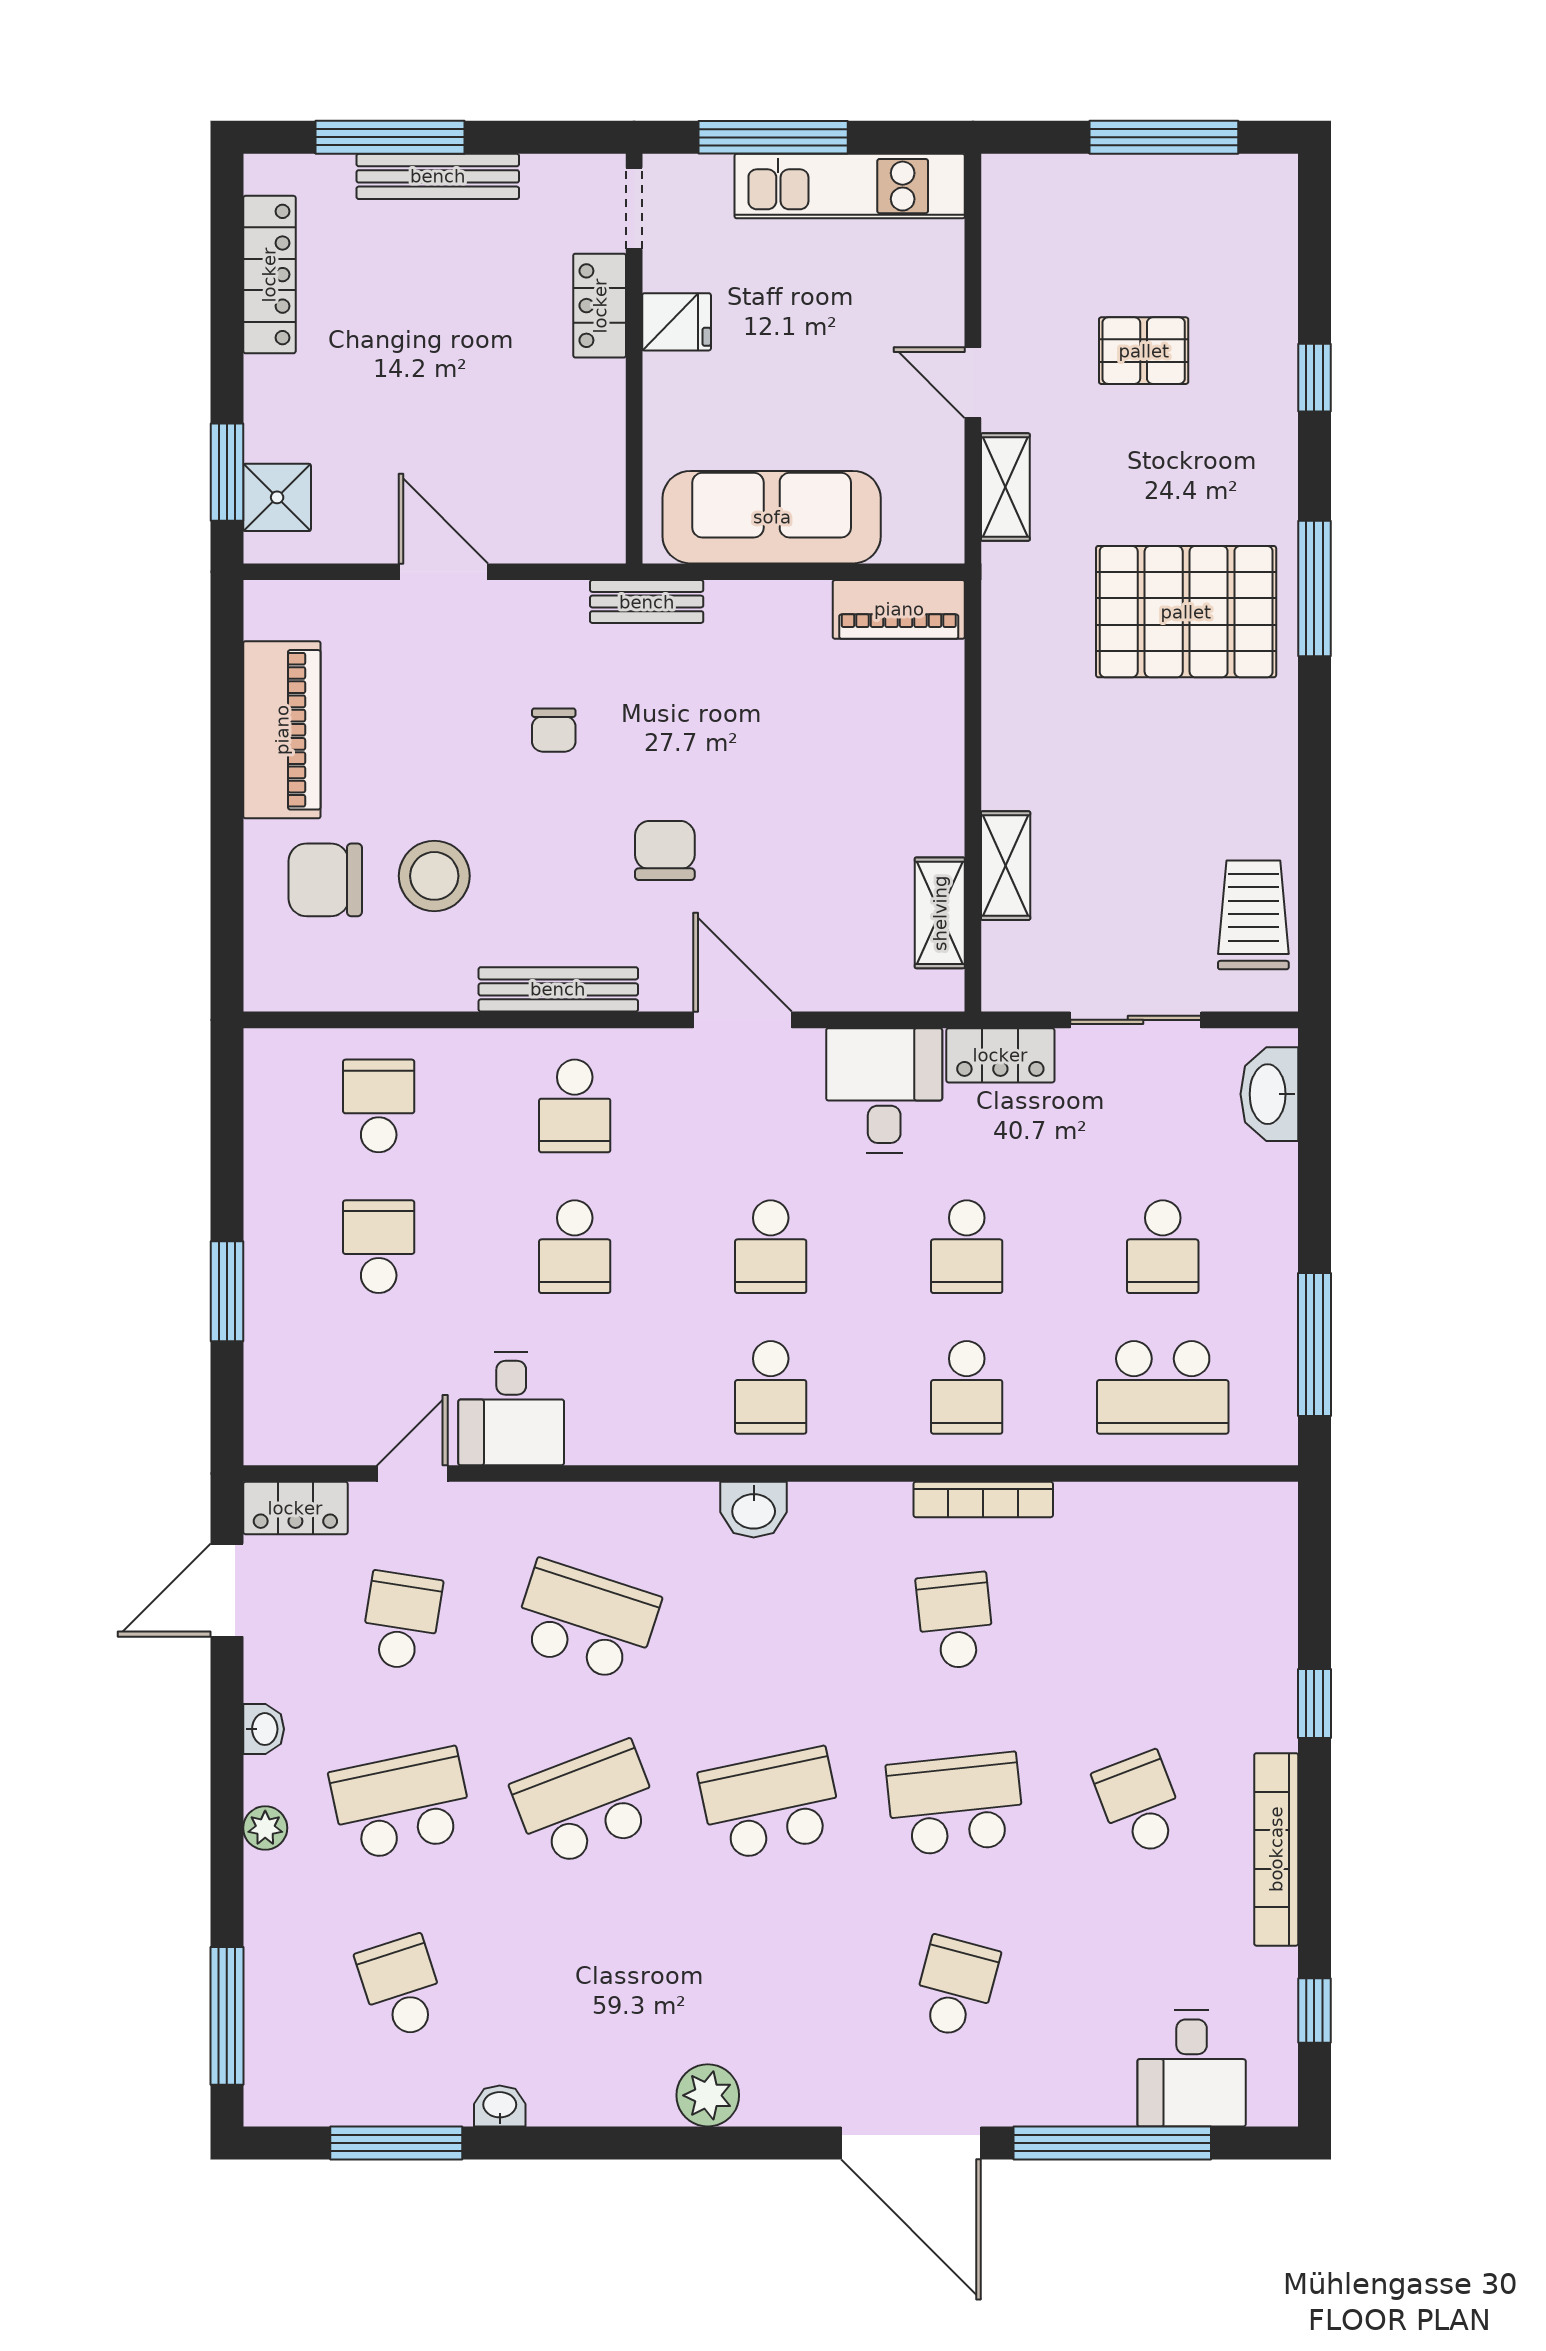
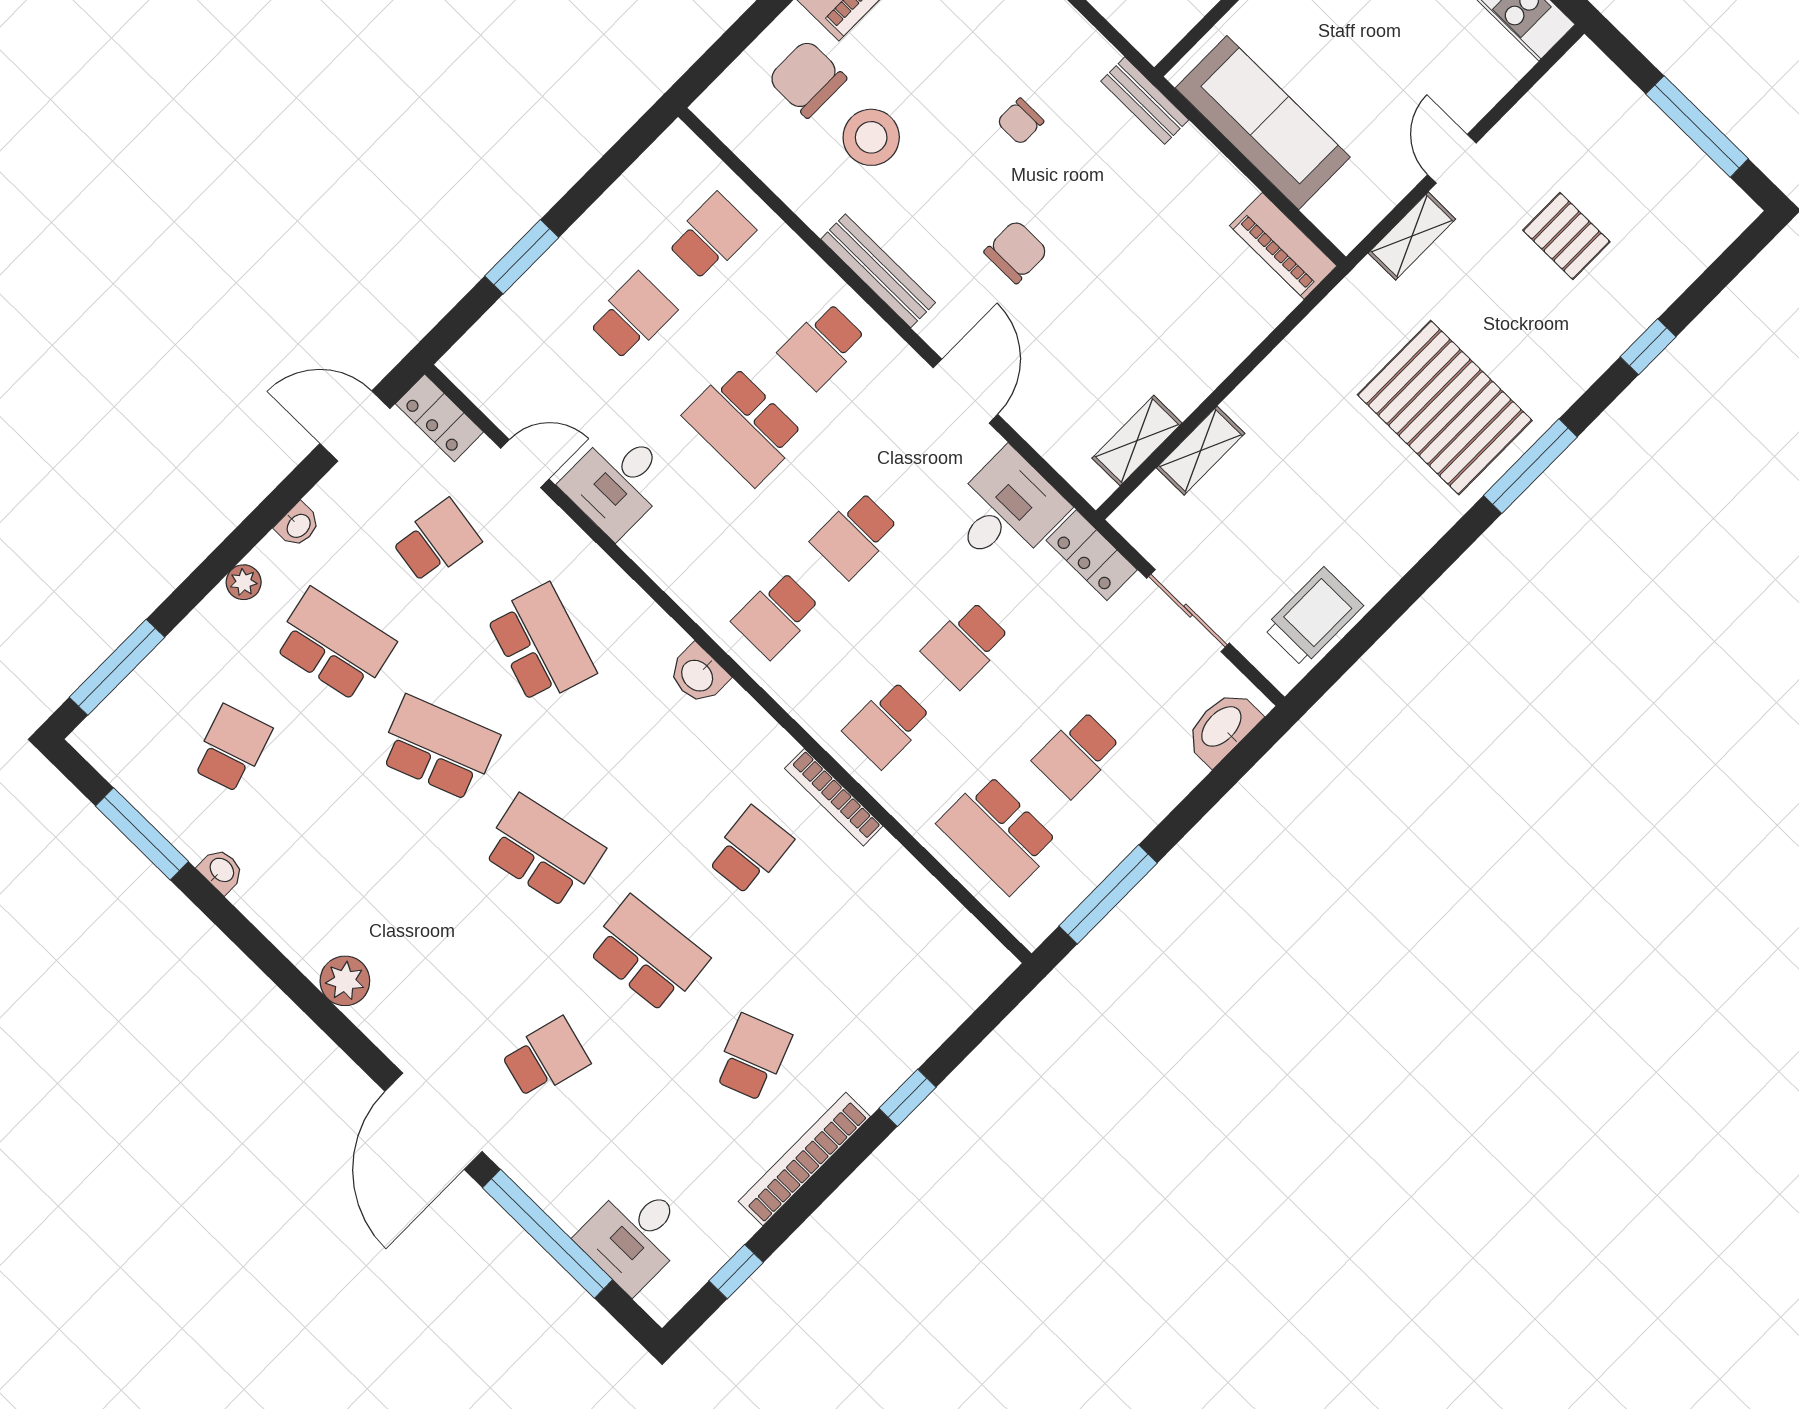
school desk: (575, 1247) -> (744, 426), width x1.85

